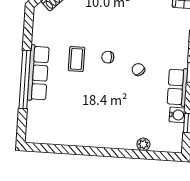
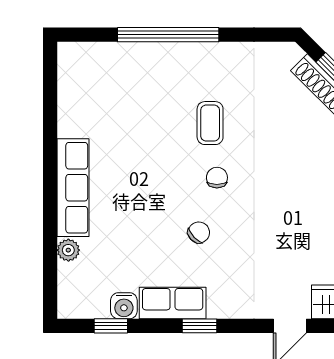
coffee table: (77, 59) -> (210, 123), turned 90
row of seats: (38, 73) -> (73, 188), moved, turned -90

